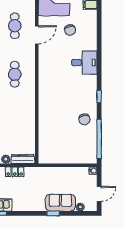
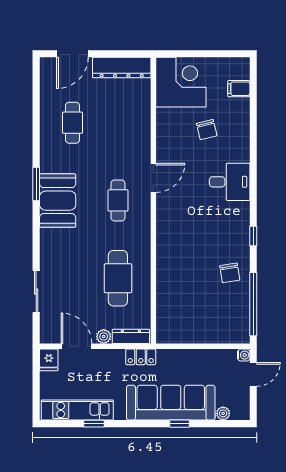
cafe table: (15, 26) -> (118, 278), moved, width x1.37, depth x1.35
door: (37, 35) -> (153, 178), moved
locker: (15, 172) -> (141, 357), moved
door: (99, 194) -> (253, 374), moved
sofa: (60, 203) -> (171, 403), width x1.85, depth x1.27

